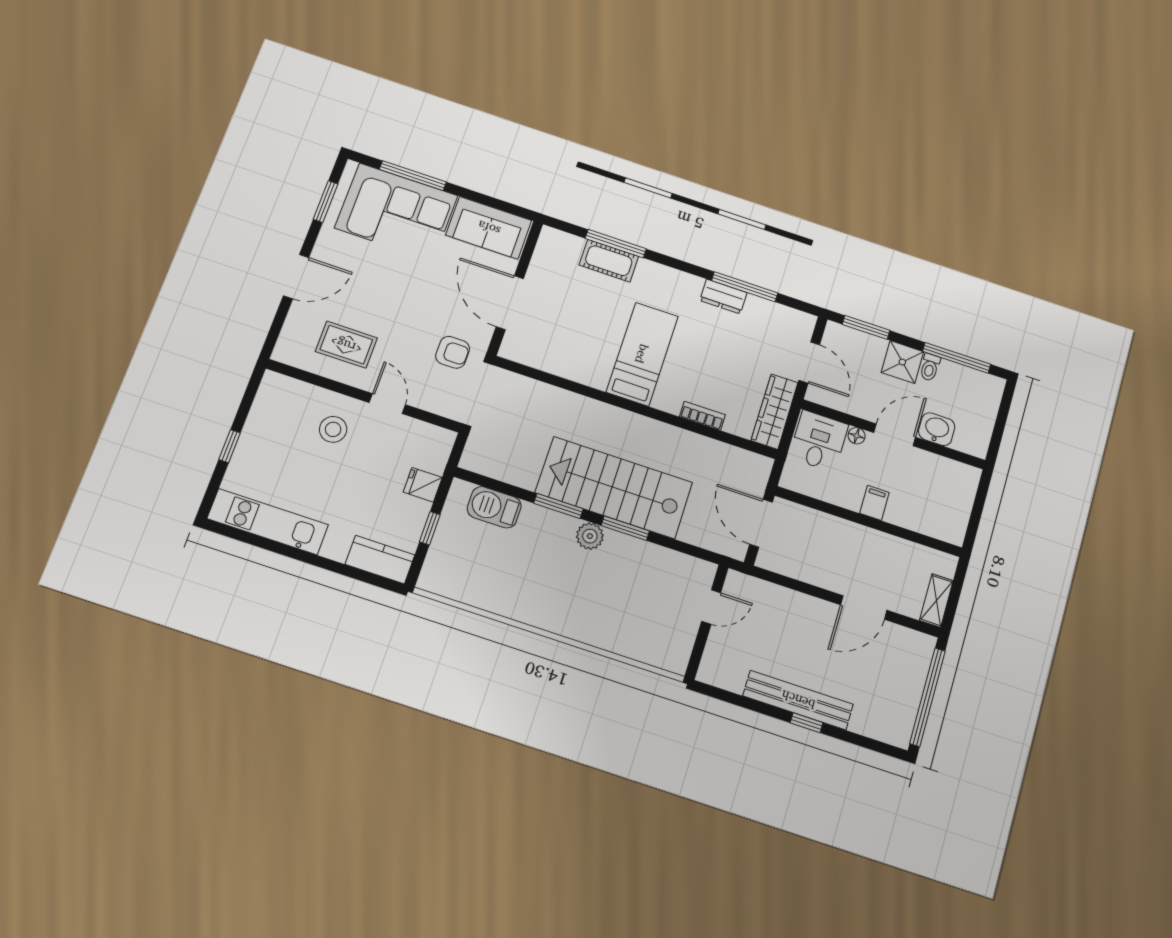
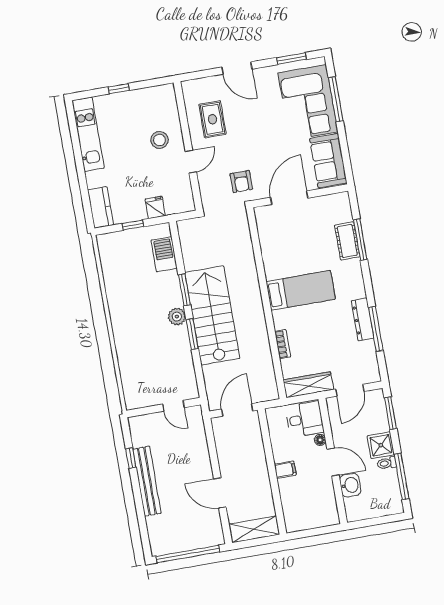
dresser: (723, 297) -> (363, 319), width x1.44
shelving: (936, 601) -> (254, 529), width x1.50, depth x1.33
window: (807, 723) -> (131, 458), moved

